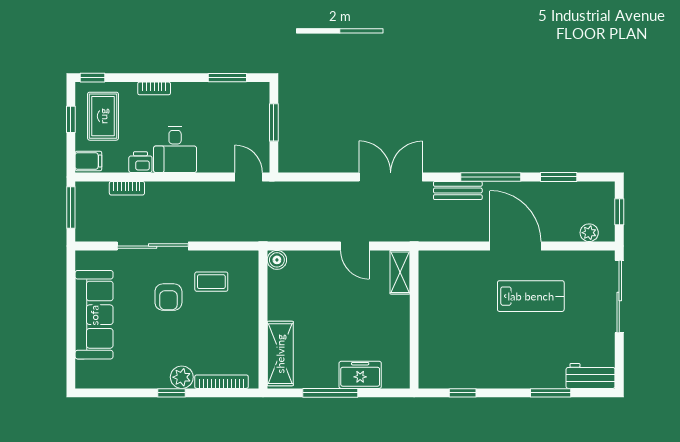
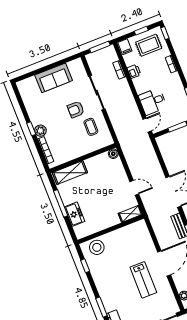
desk: (175, 150) -> (153, 101), moved
door: (355, 246) -> (134, 188), swing flipped
sofa: (94, 315) -> (54, 78), width x0.73
stool: (437, 358) -> (97, 247), added

